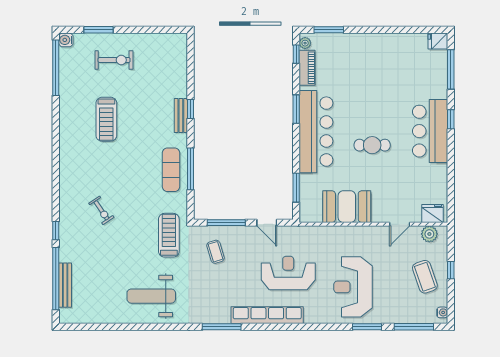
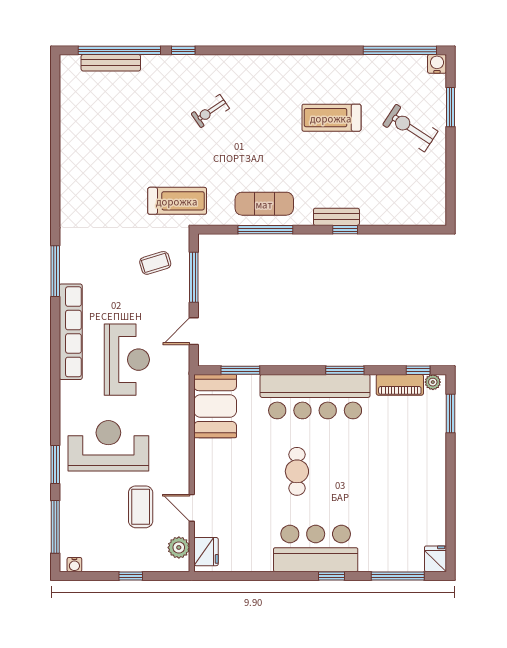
exercise bike: (114, 60) -> (410, 128), turned 123
booth: (347, 207) -> (215, 406), moved
coffee table: (425, 277) -> (141, 507), moved, turned -71
weight bench: (151, 296) -> (96, 177), removed

